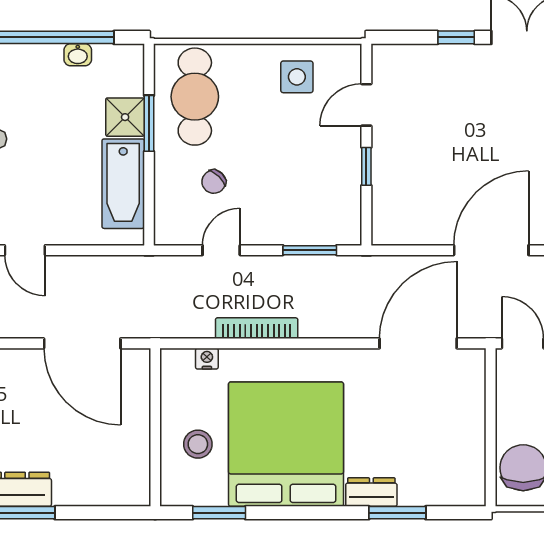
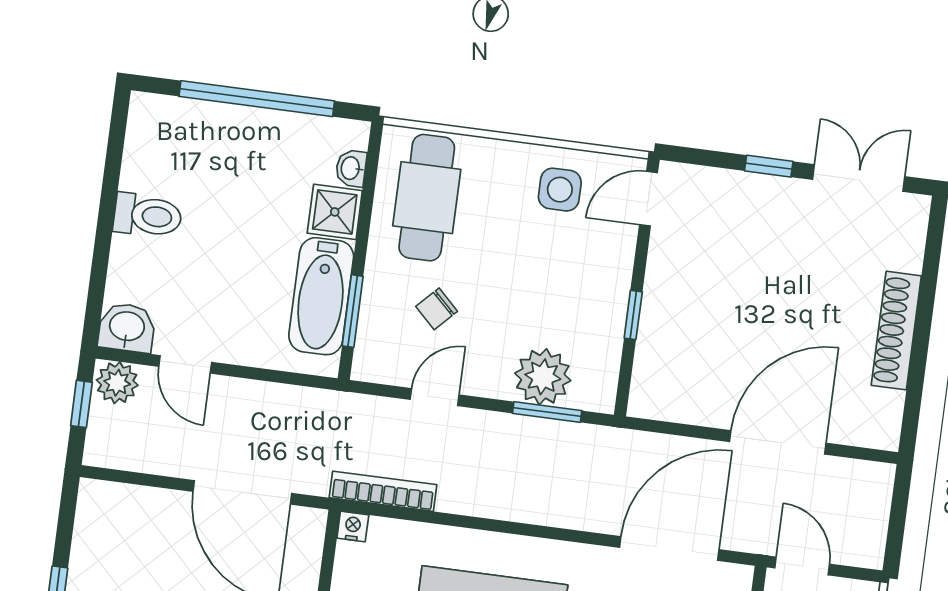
washbasin: (78, 55) -> (351, 168), moved, turned 90
door: (366, 105) -> (648, 199), moved
window: (149, 123) -> (353, 311), moved
plant: (303, 223) -> (543, 377), added
bookcase: (257, 328) -> (383, 491), moved
nightstand: (207, 359) -> (353, 527), moved

